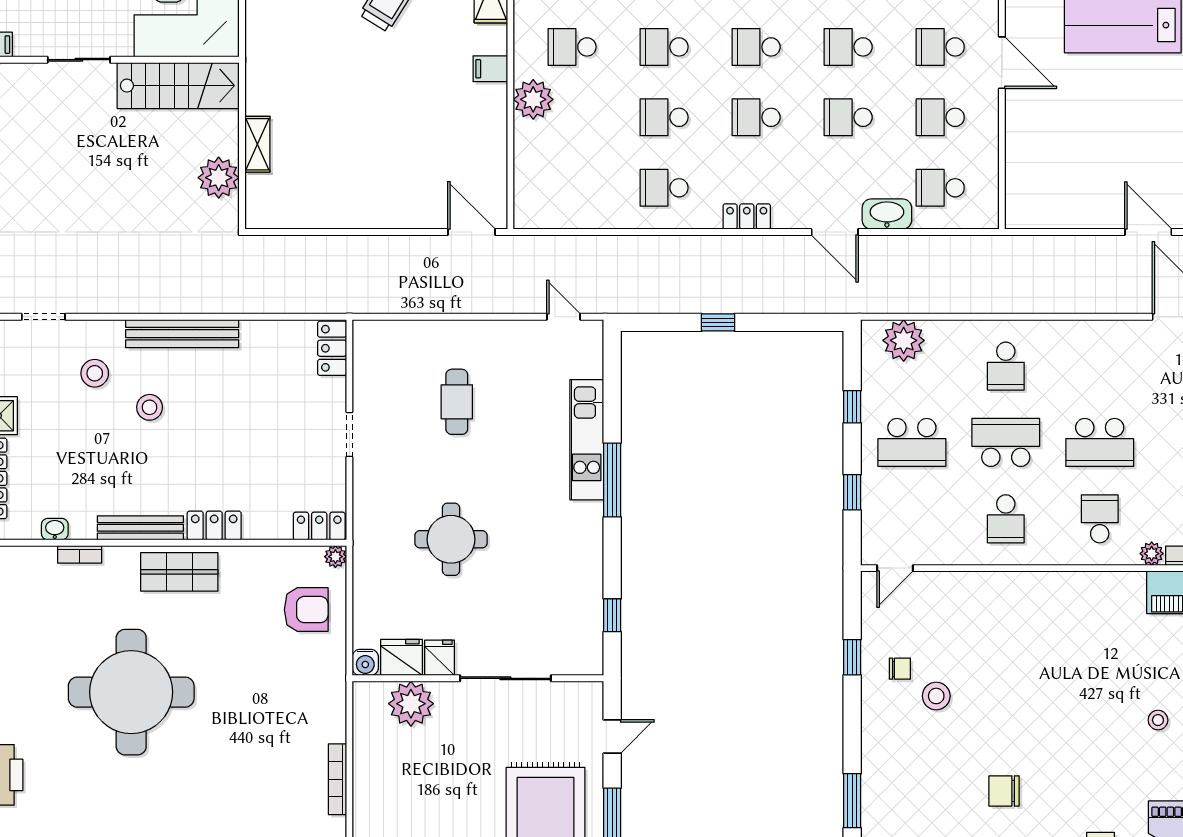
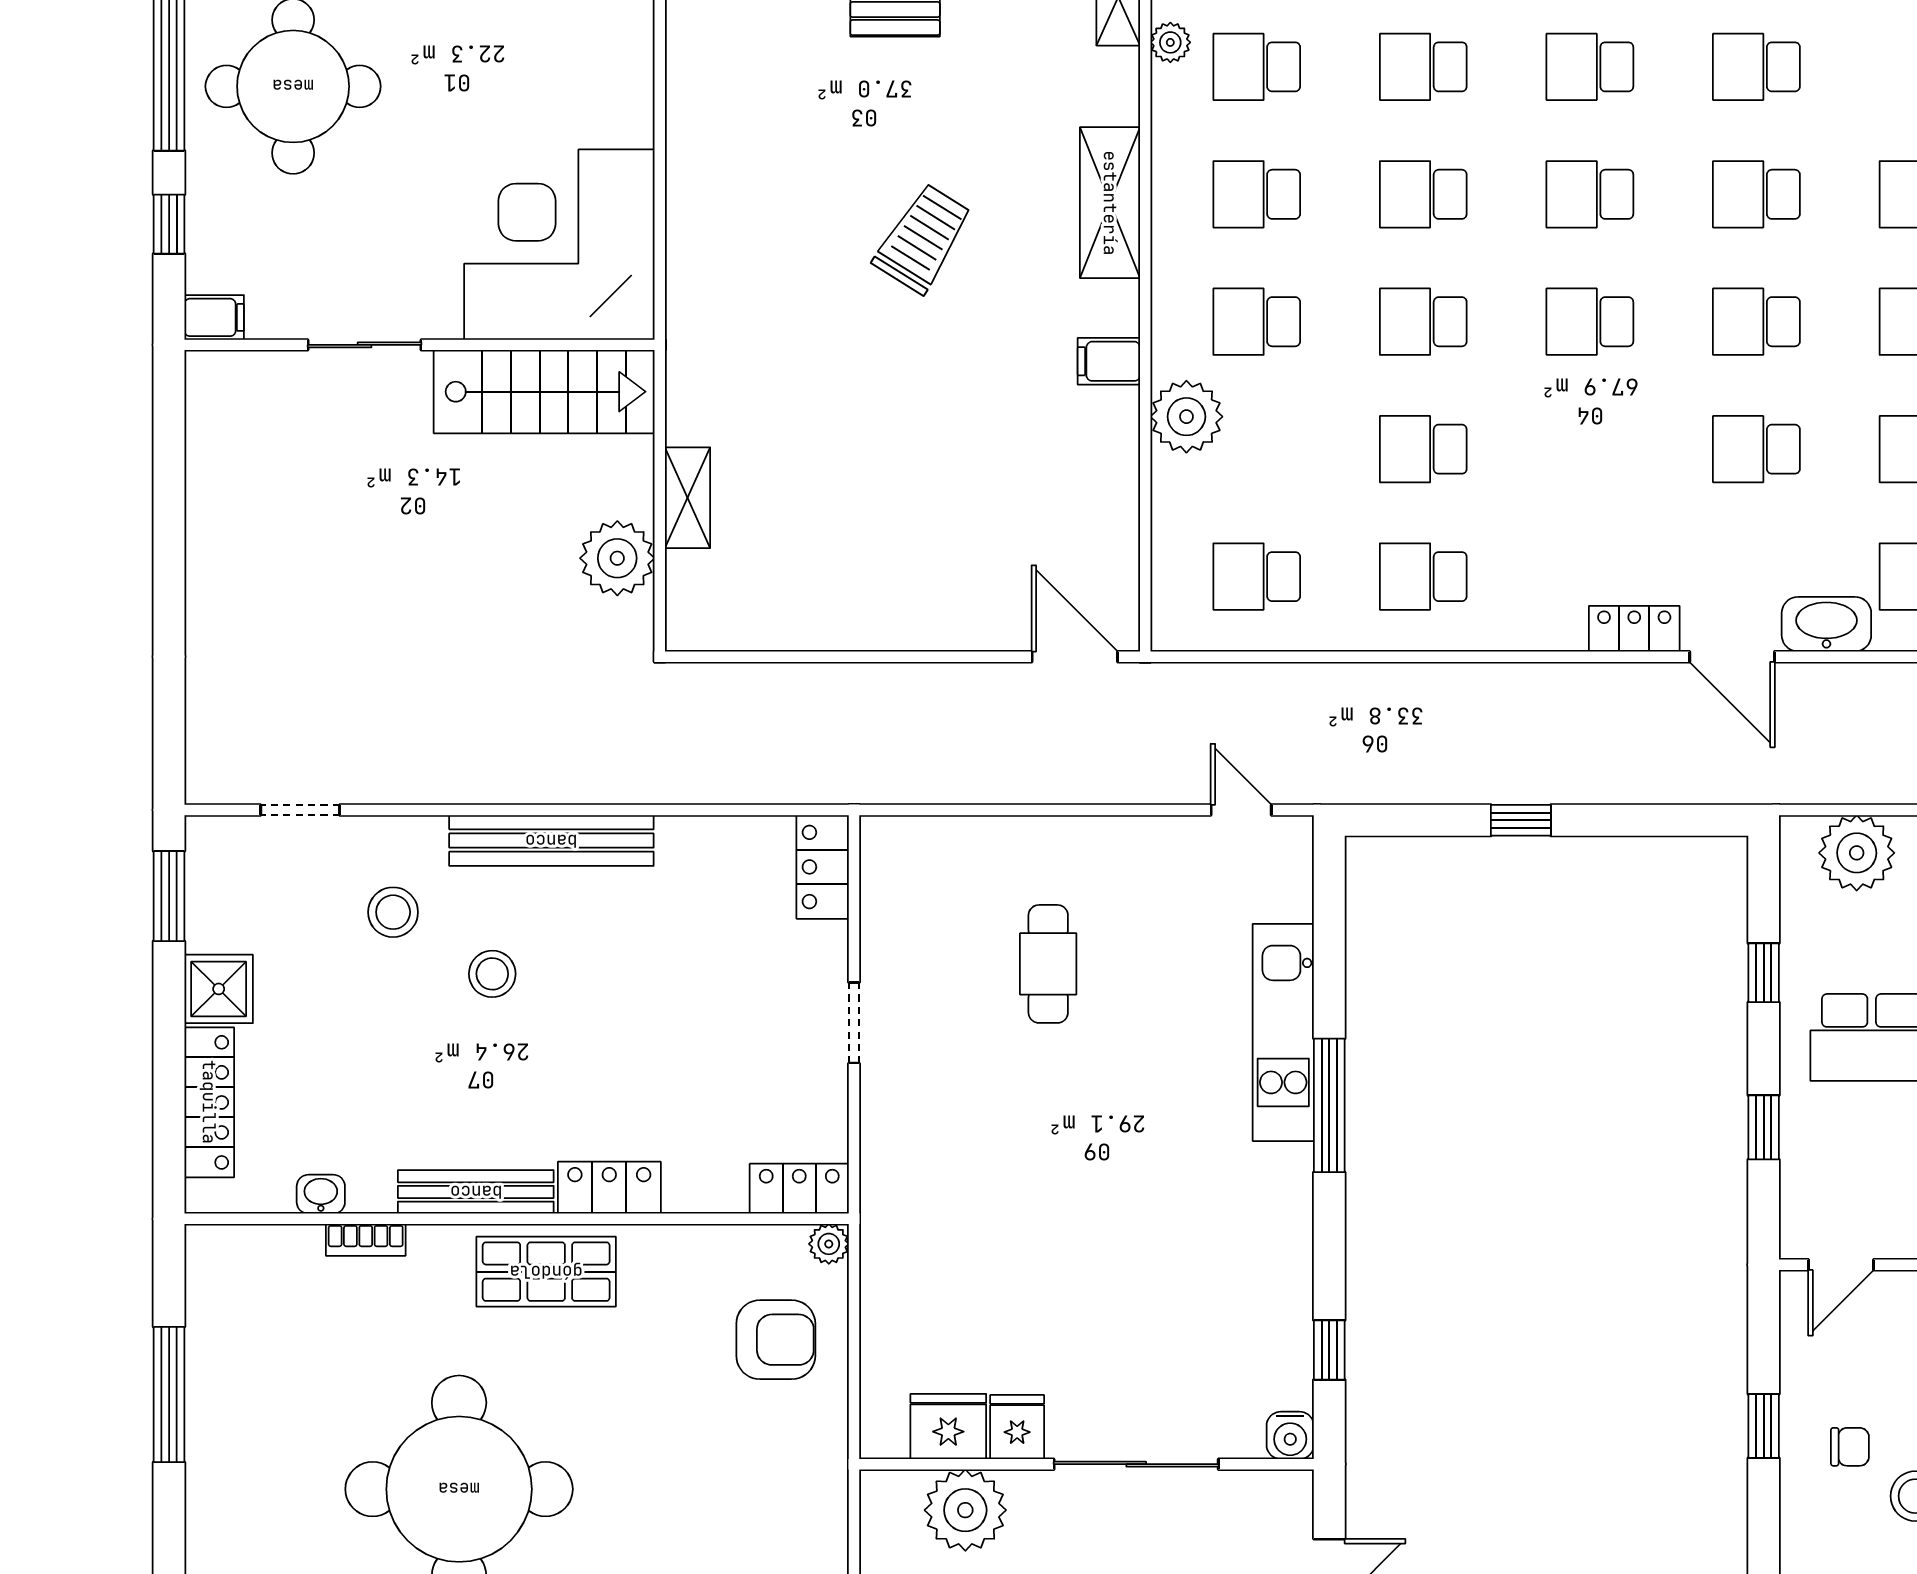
school desk: (756, 117) -> (1257, 577), moved
locker: (747, 217) -> (1634, 629), moved
round table: (451, 539) -> (1038, 1213), removed
water cooler: (365, 662) -> (1290, 1435), moved

